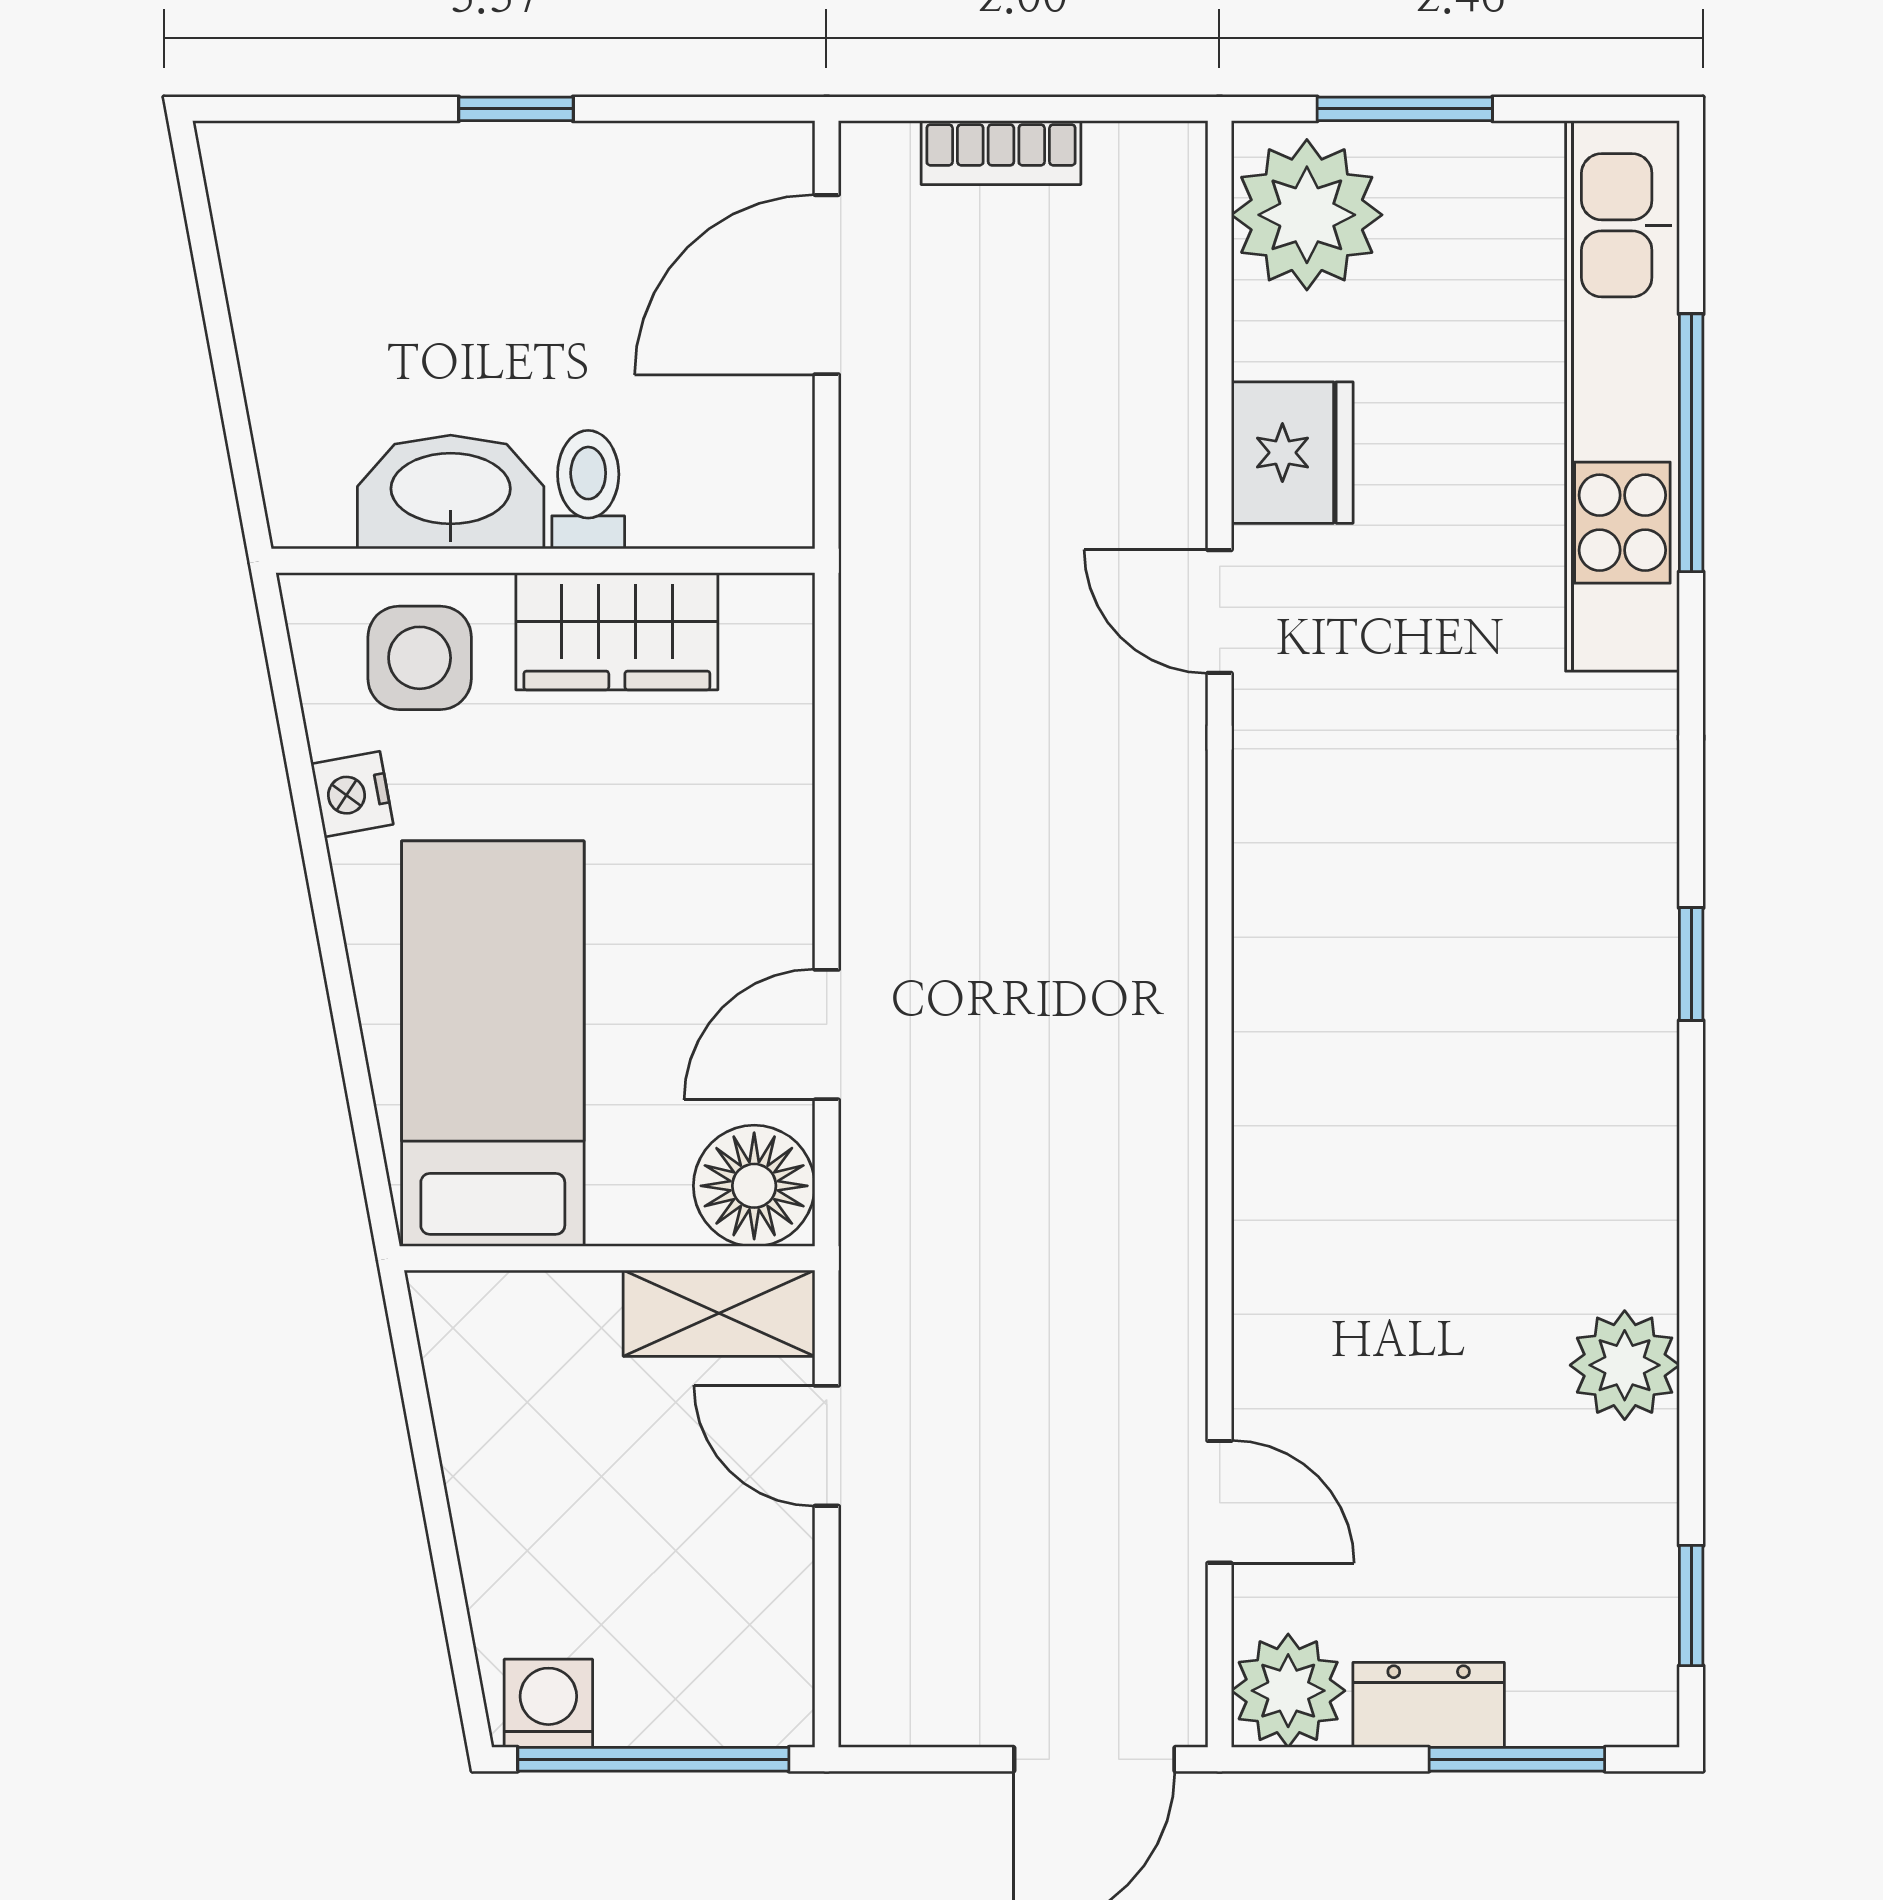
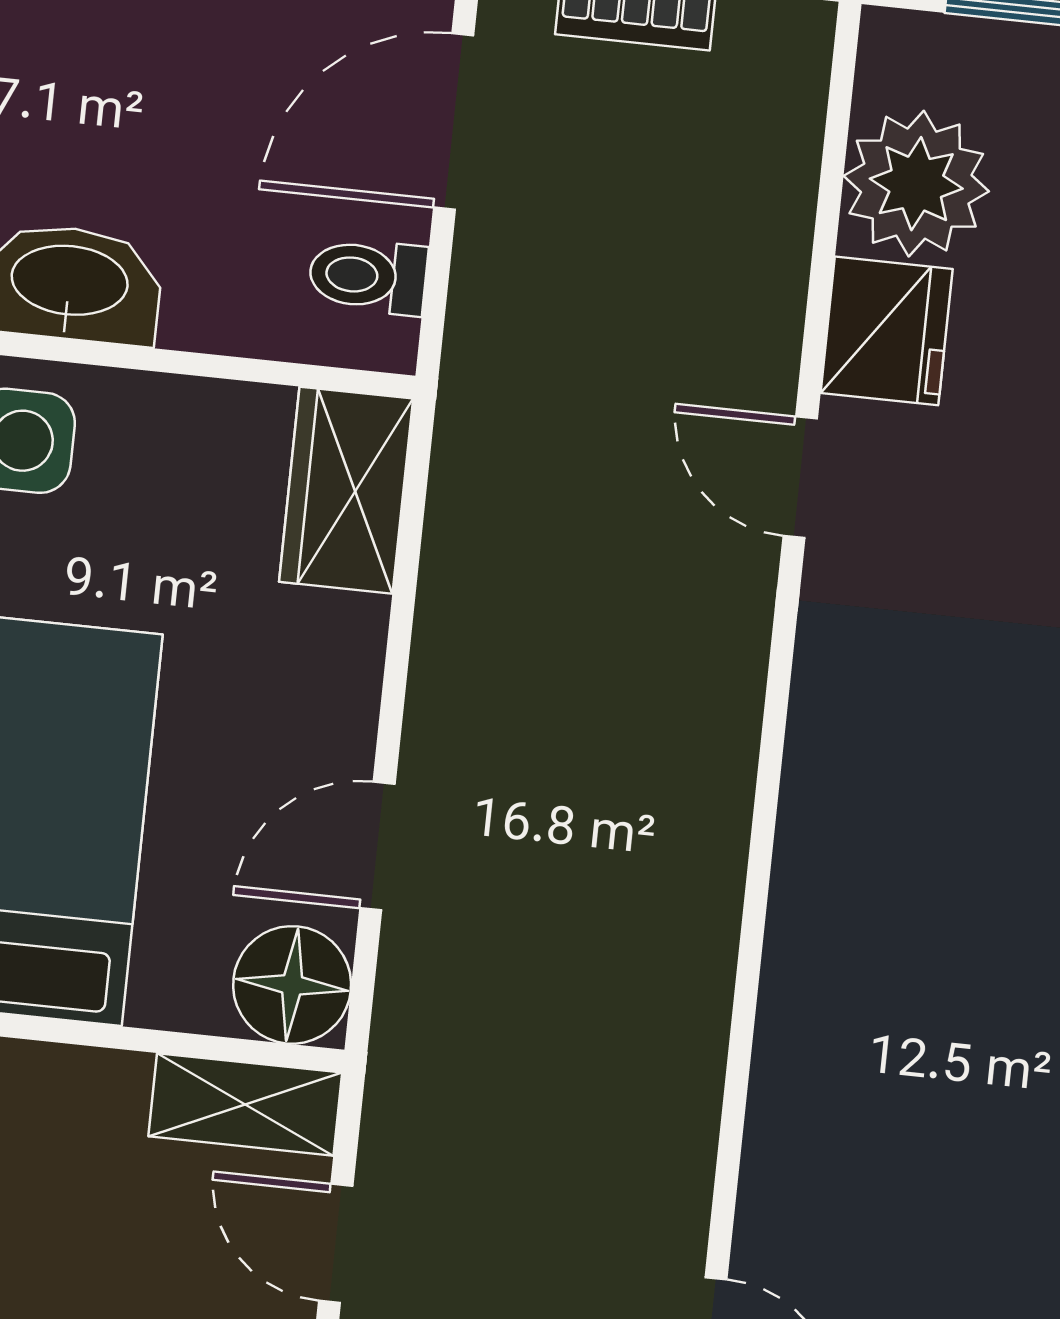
plant: (1307, 215) -> (916, 184), moved
toilet: (588, 490) -> (368, 276), moved, turned -90
wardrobe: (617, 631) -> (346, 490), moved, turned 90

